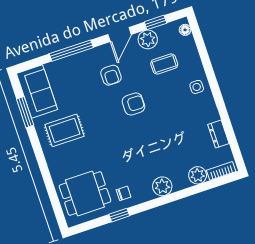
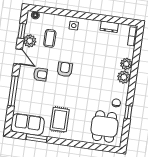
plant: (198, 175) -> (126, 64), moved

